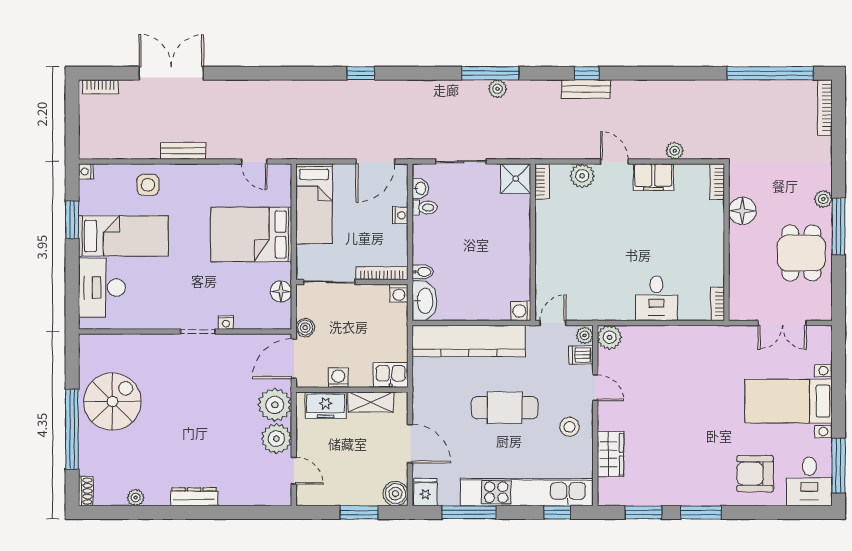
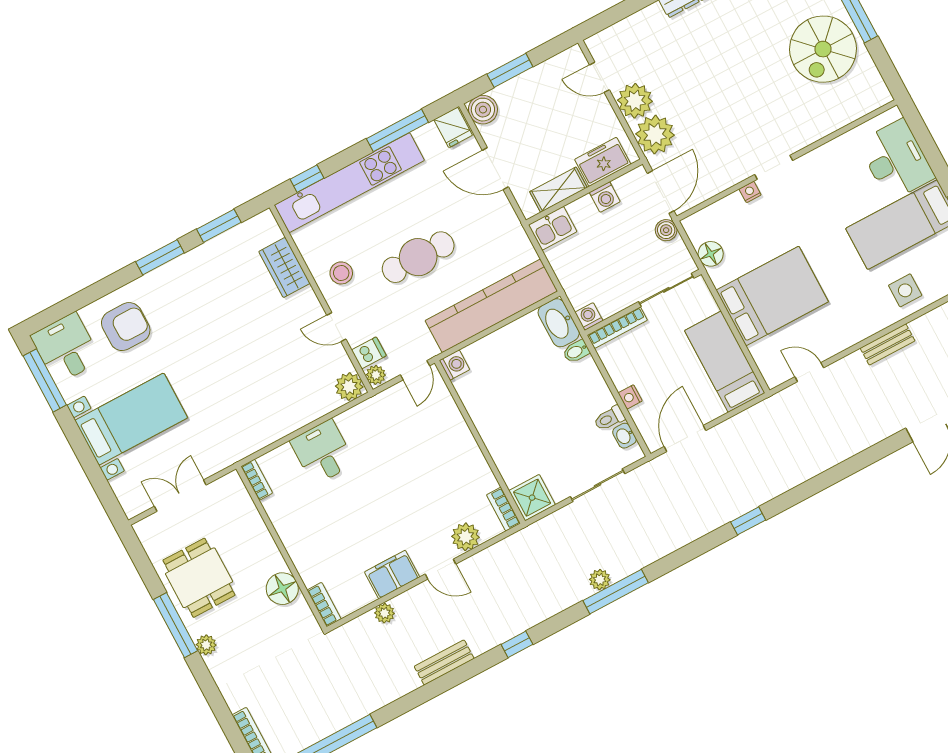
bench: (586, 89) -> (444, 662), moved

